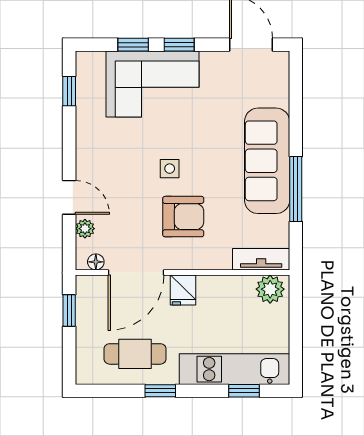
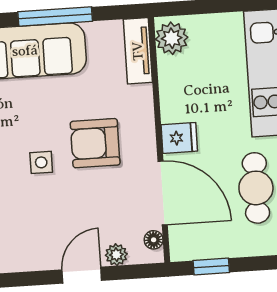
armchair: (183, 217) -> (95, 143), turned -90

